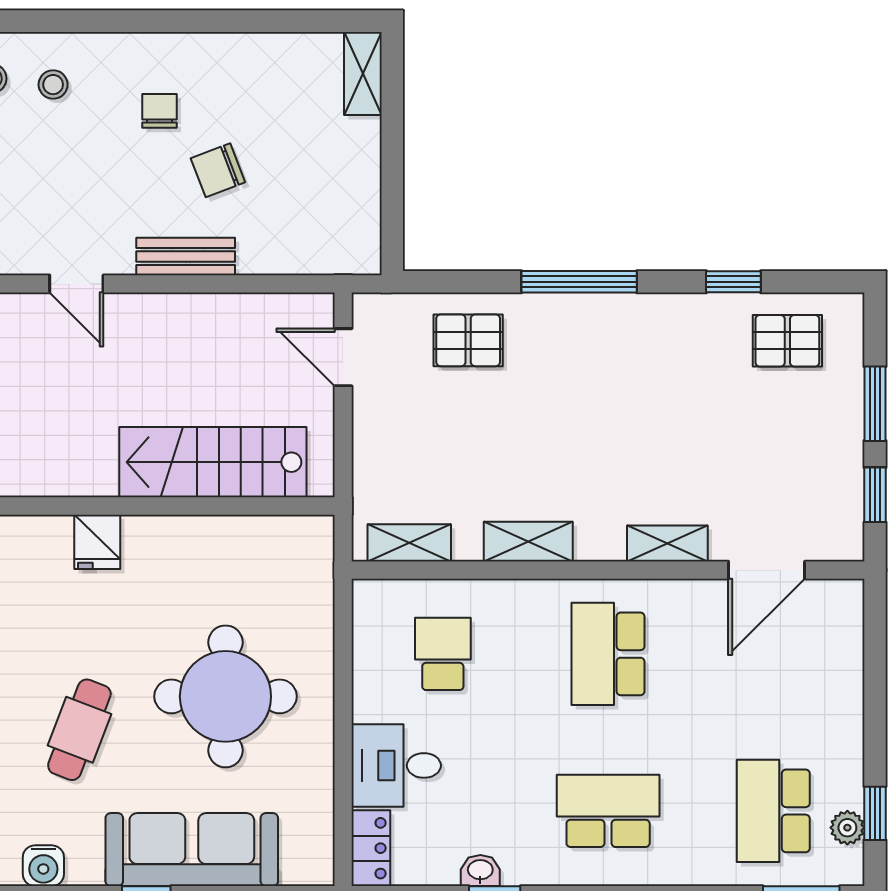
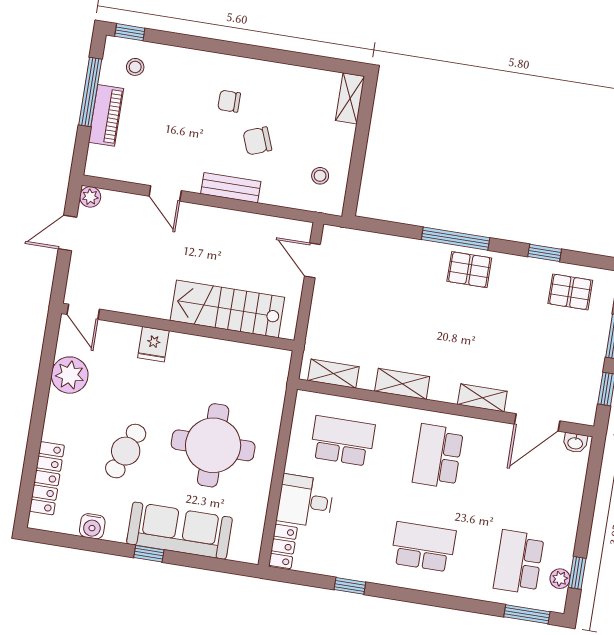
stool: (53, 85) -> (320, 176), moved
chair: (160, 111) -> (229, 101), turned -90
pallet: (468, 340) -> (469, 270), moved
school desk: (443, 654) -> (342, 441), width x1.85
washbasin: (480, 871) -> (575, 443), moved, turned 180

